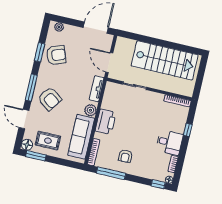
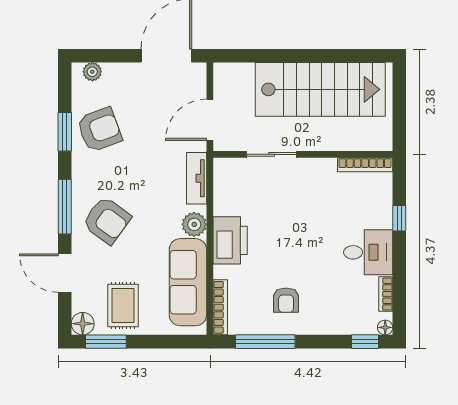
door: (109, 63) -> (210, 120), hinge flipped
rug: (48, 141) -> (123, 306), turned 90

